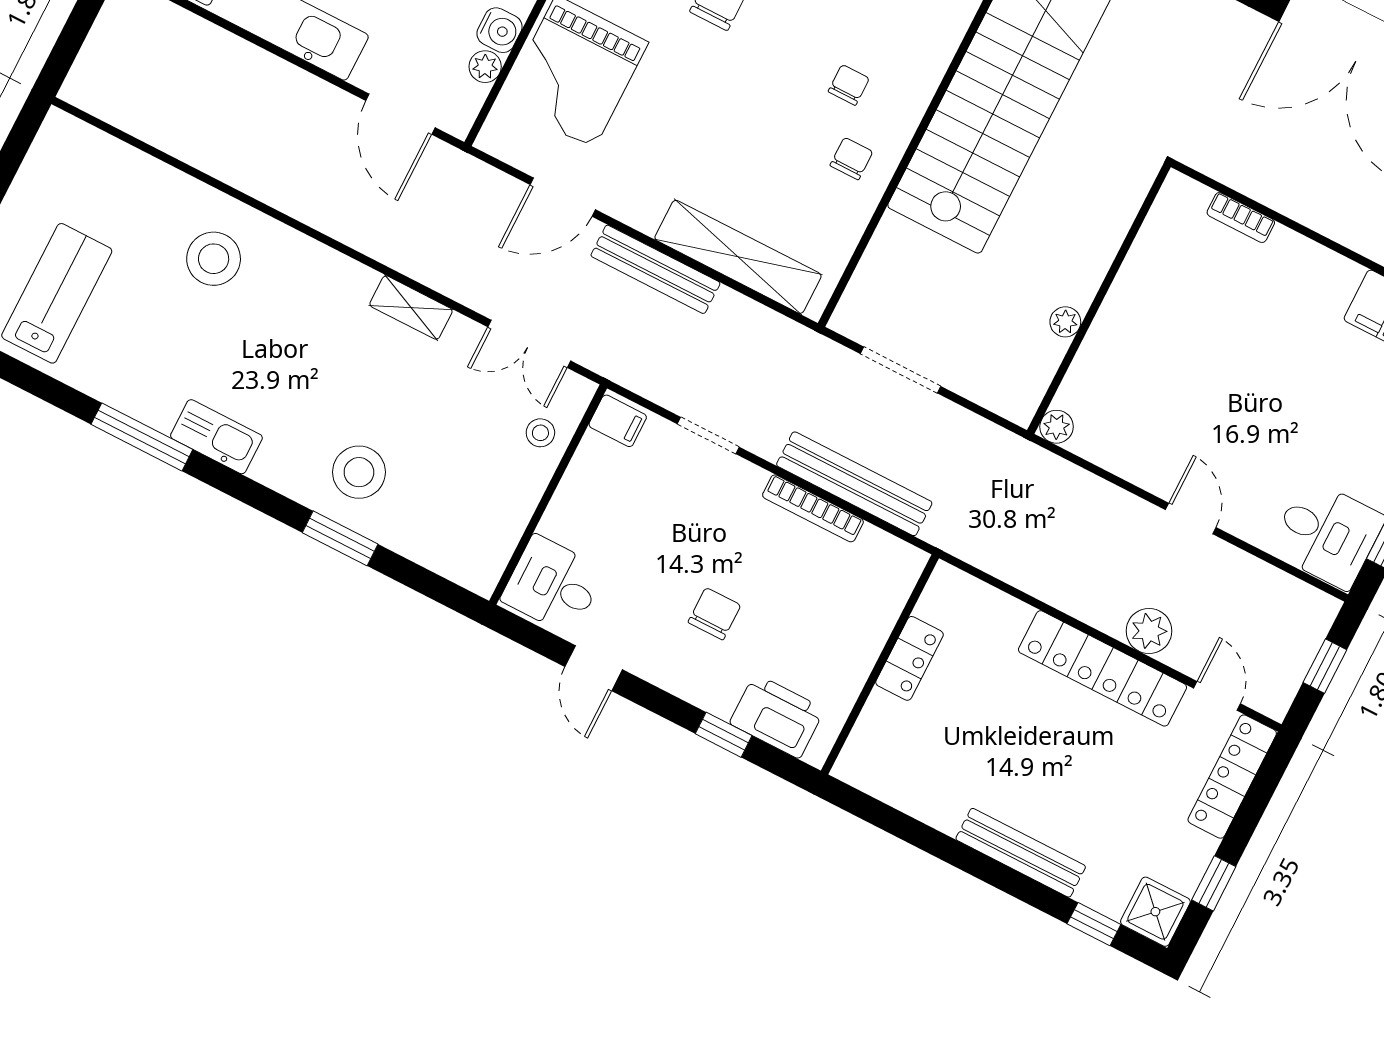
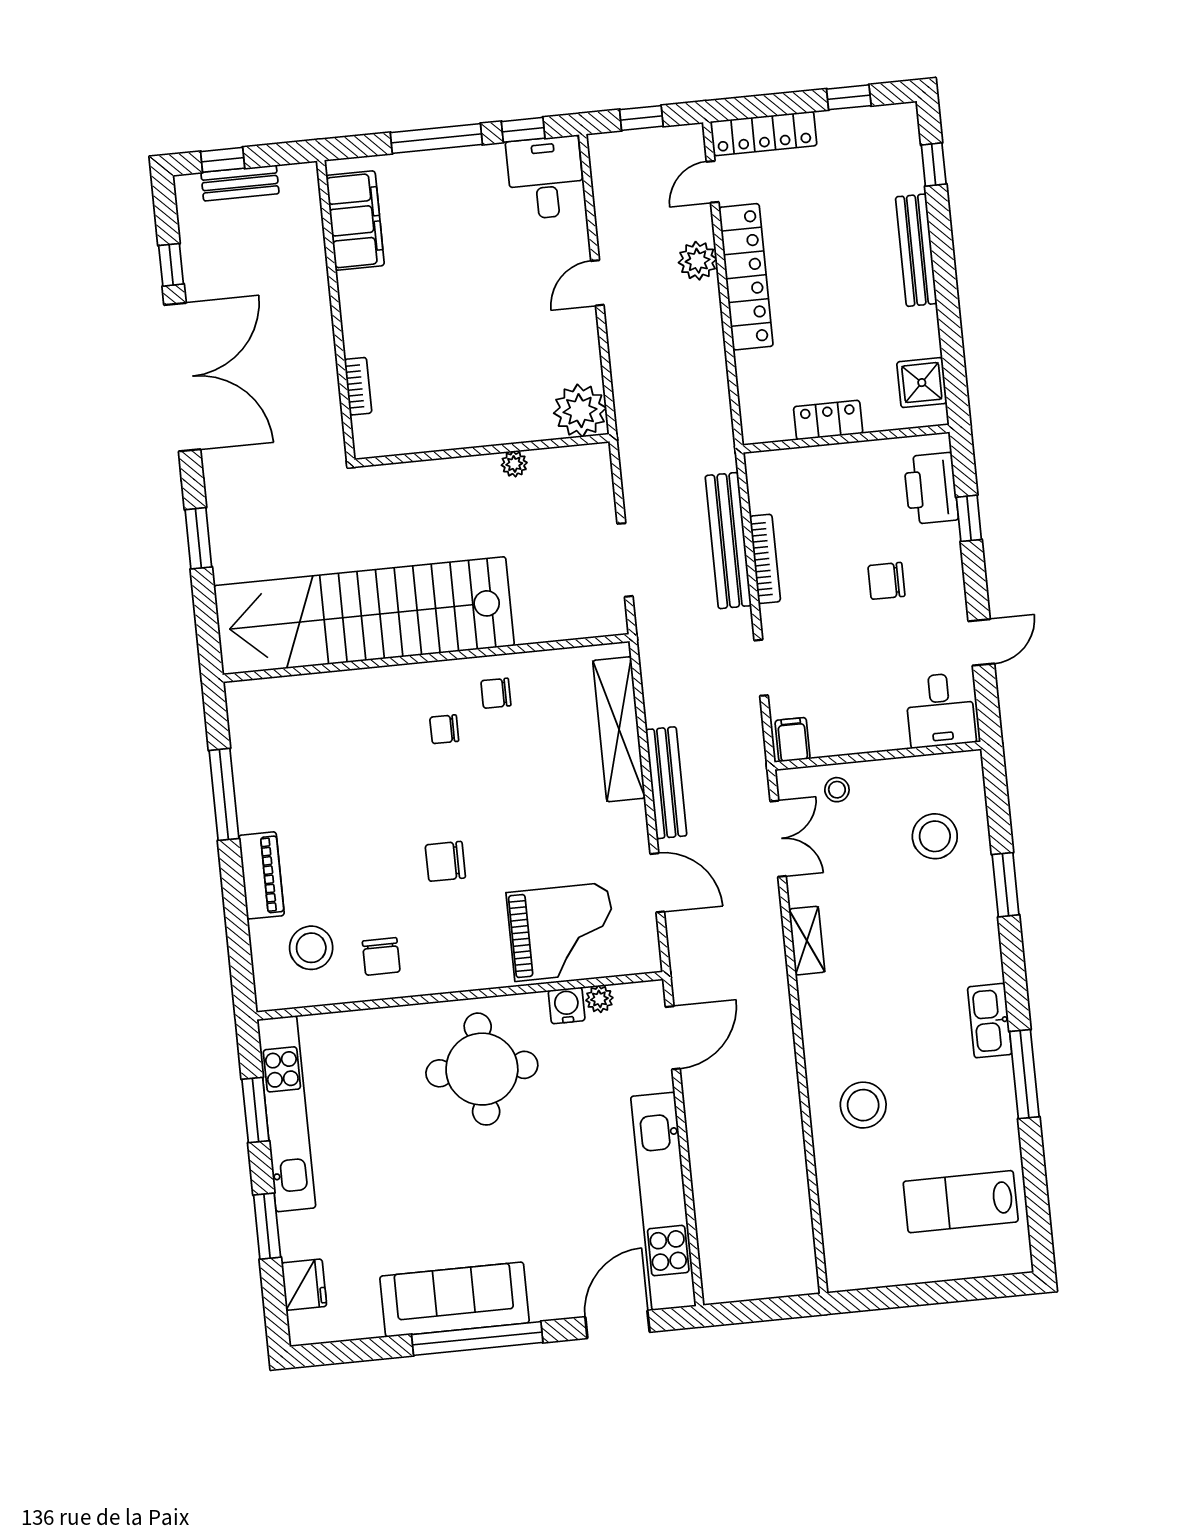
plant: (1057, 427) -> (580, 411), width x1.88, depth x1.88
stool: (359, 472) -> (935, 836), moved
shower: (1155, 912) -> (922, 383), moved

